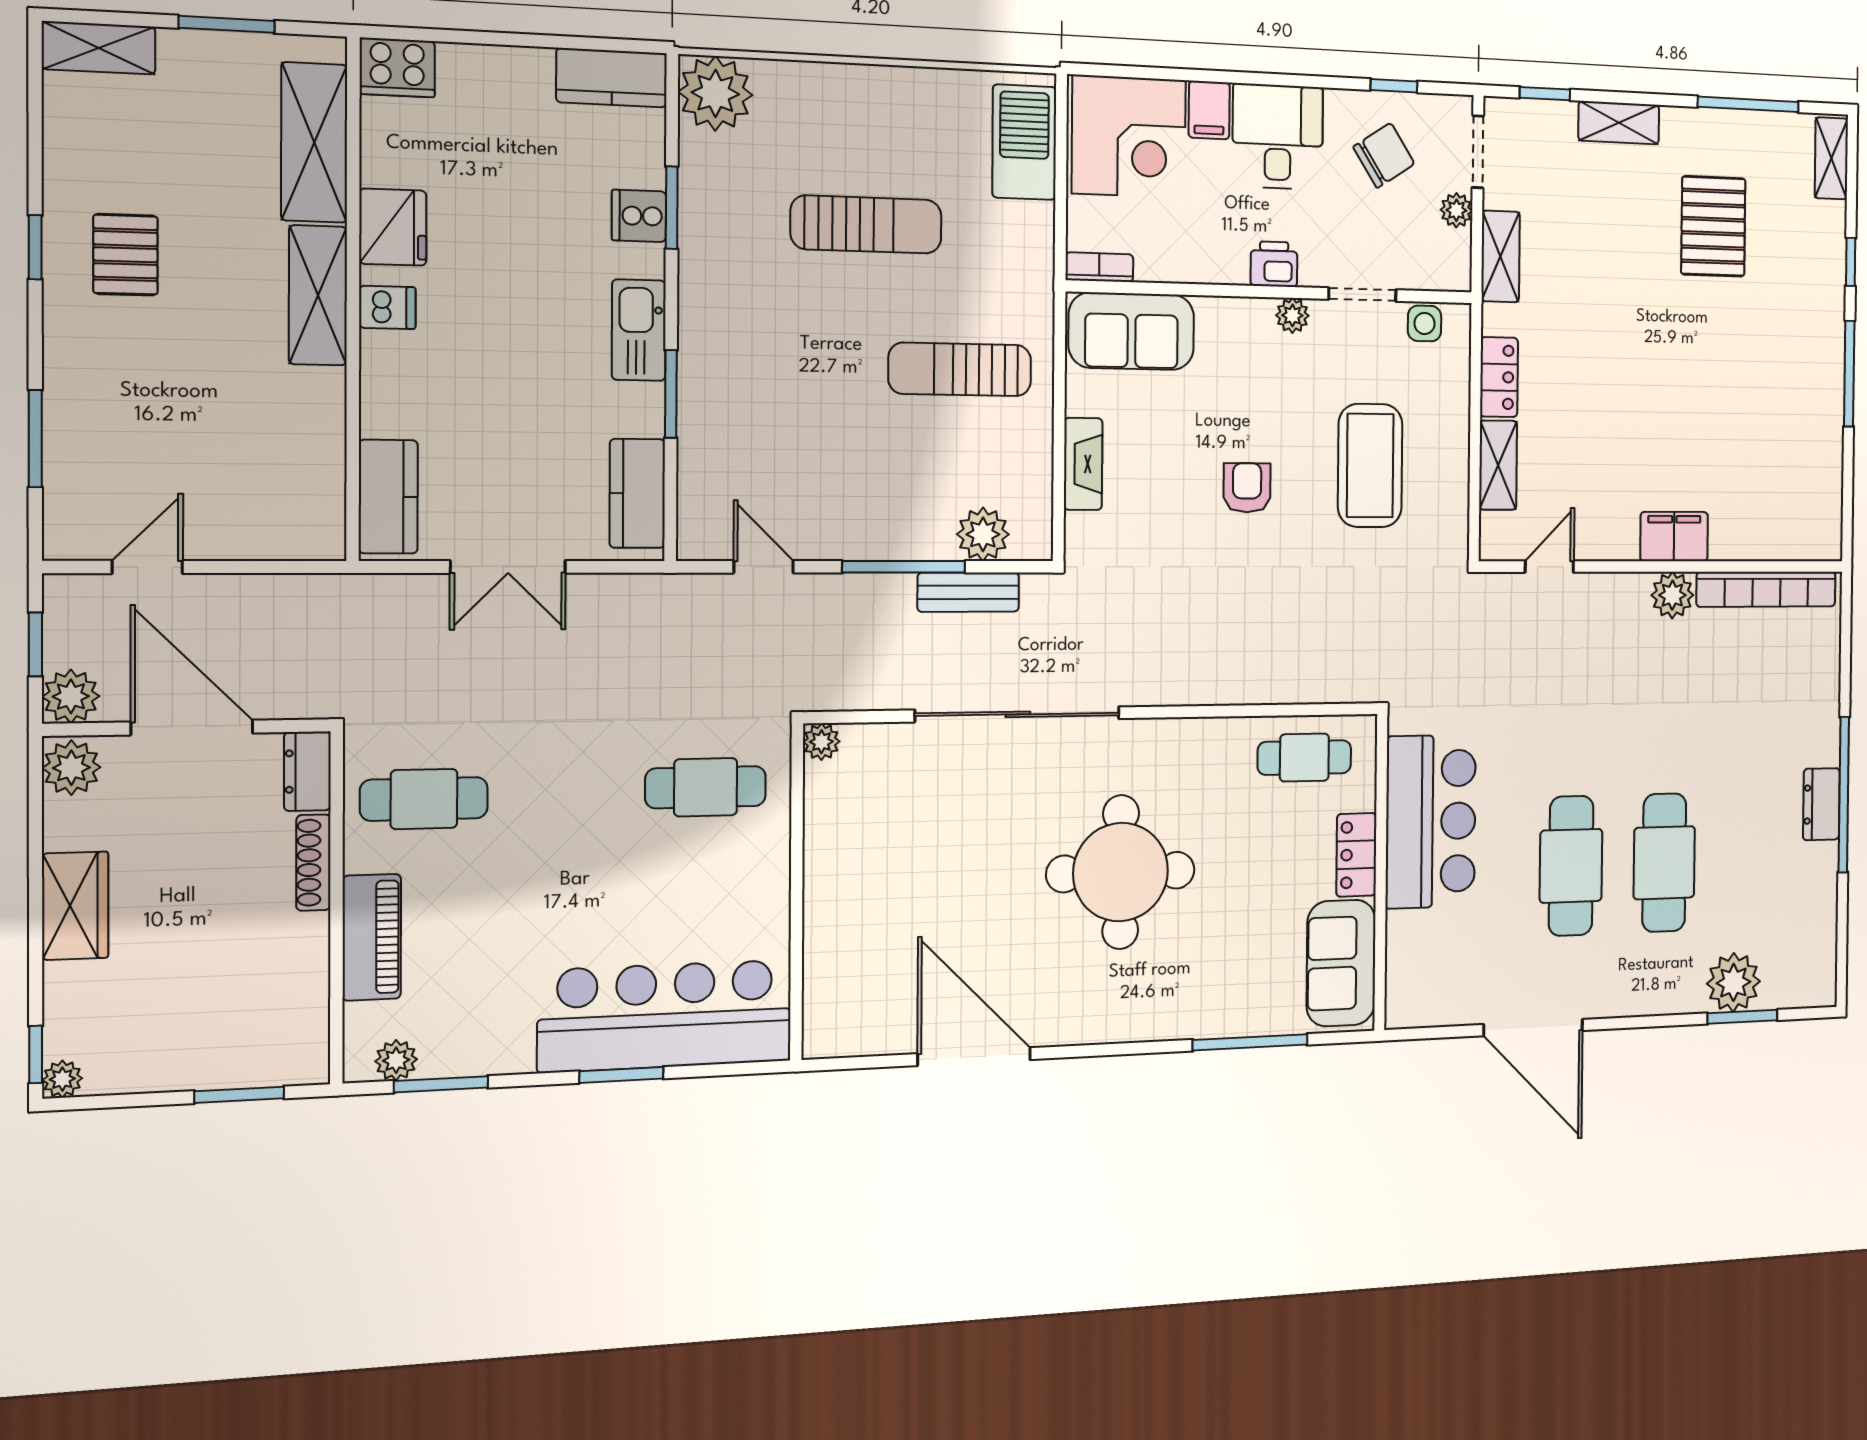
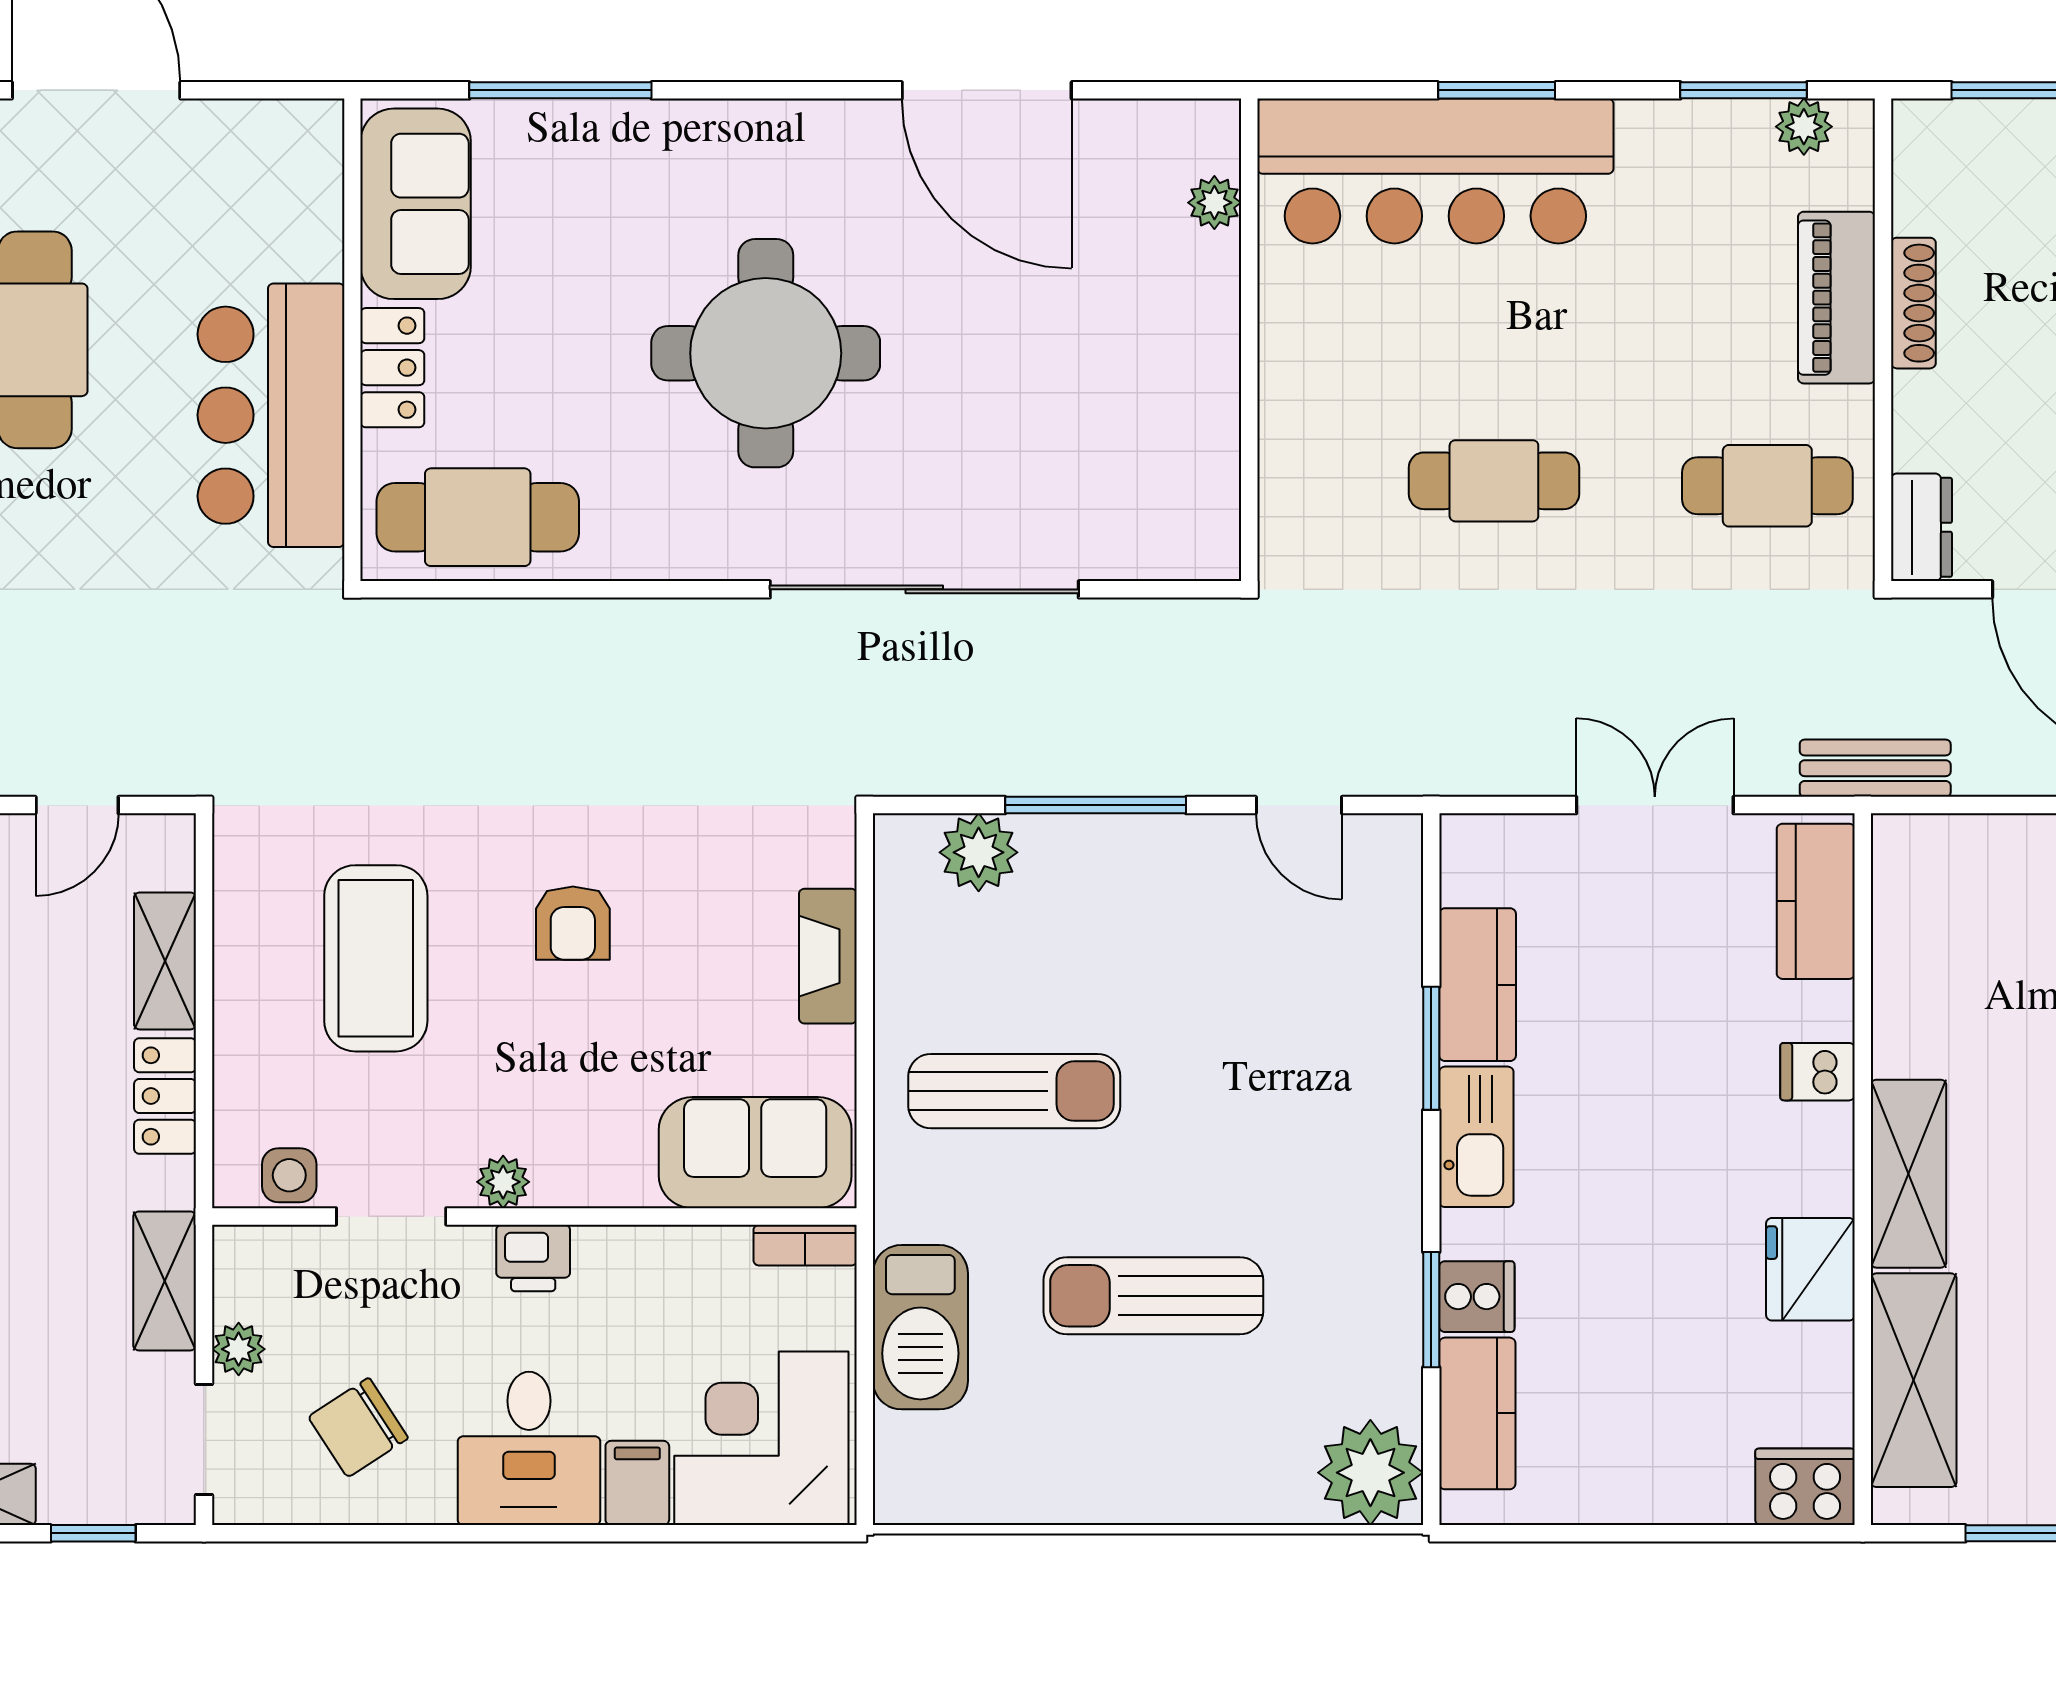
kitchen counter: (612, 78) -> (1477, 1413), moved, turned 90
window: (1394, 86) -> (343, 1533), removed
barbecue: (1024, 142) -> (920, 1327), moved
dishwasher: (387, 307) -> (1817, 1072), moved
kitchen counter: (637, 493) -> (1478, 985), moved
bench: (968, 592) -> (1875, 768), moved
plant: (821, 742) -> (1214, 203), moved
cafe table: (1304, 758) -> (478, 517), width x1.37, depth x1.35
cafe table: (706, 787) -> (1494, 481), moved
shoe rack: (313, 863) -> (1913, 303), moved

